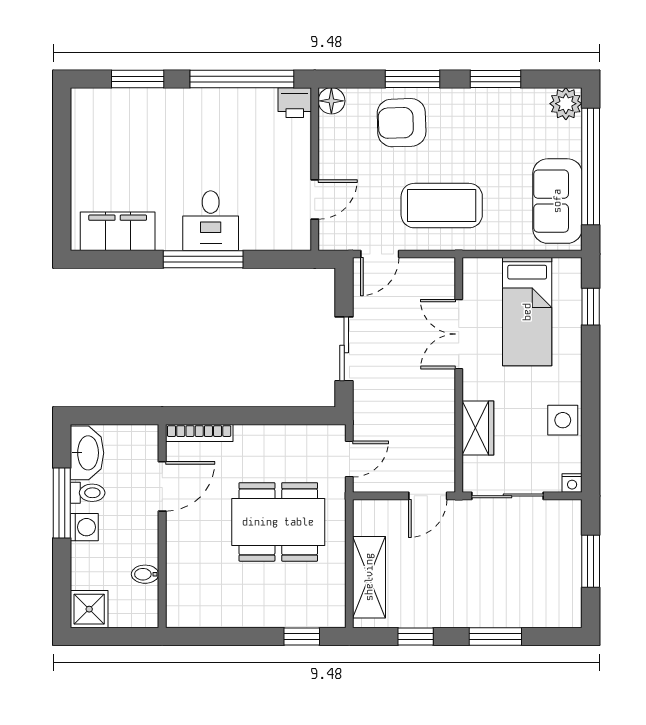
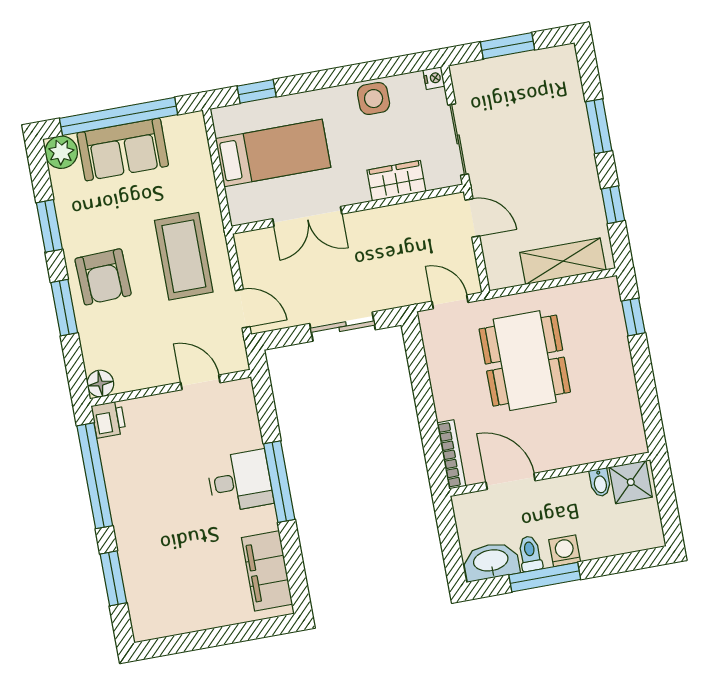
armchair: (402, 123) -> (103, 277), moved
sofa: (557, 201) -> (123, 149), moved
shower: (89, 609) -> (631, 482), moved

